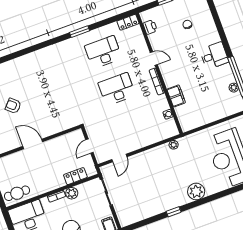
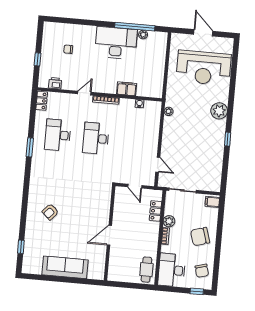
desk: (214, 56) -> (116, 43), width x1.87, depth x1.30
armchair: (13, 106) -> (50, 212), moved

